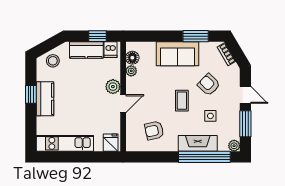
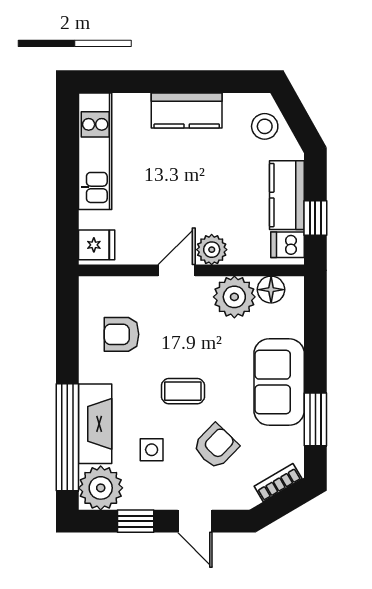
plant: (131, 71) -> (234, 297), width x1.88, depth x1.88
window: (31, 94) -> (196, 82), removed
door: (245, 95) -> (195, 521), hinge flipped
door: (123, 104) -> (177, 270), swing flipped
window: (245, 124) -> (136, 521), width x0.67
armchair: (154, 131) -> (122, 334), turned -78
plant: (234, 146) -> (101, 488), width x1.88, depth x1.88

